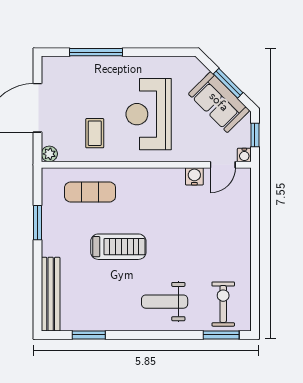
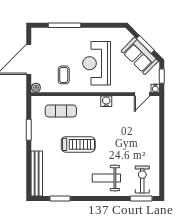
water cooler: (194, 176) -> (106, 101), moved

